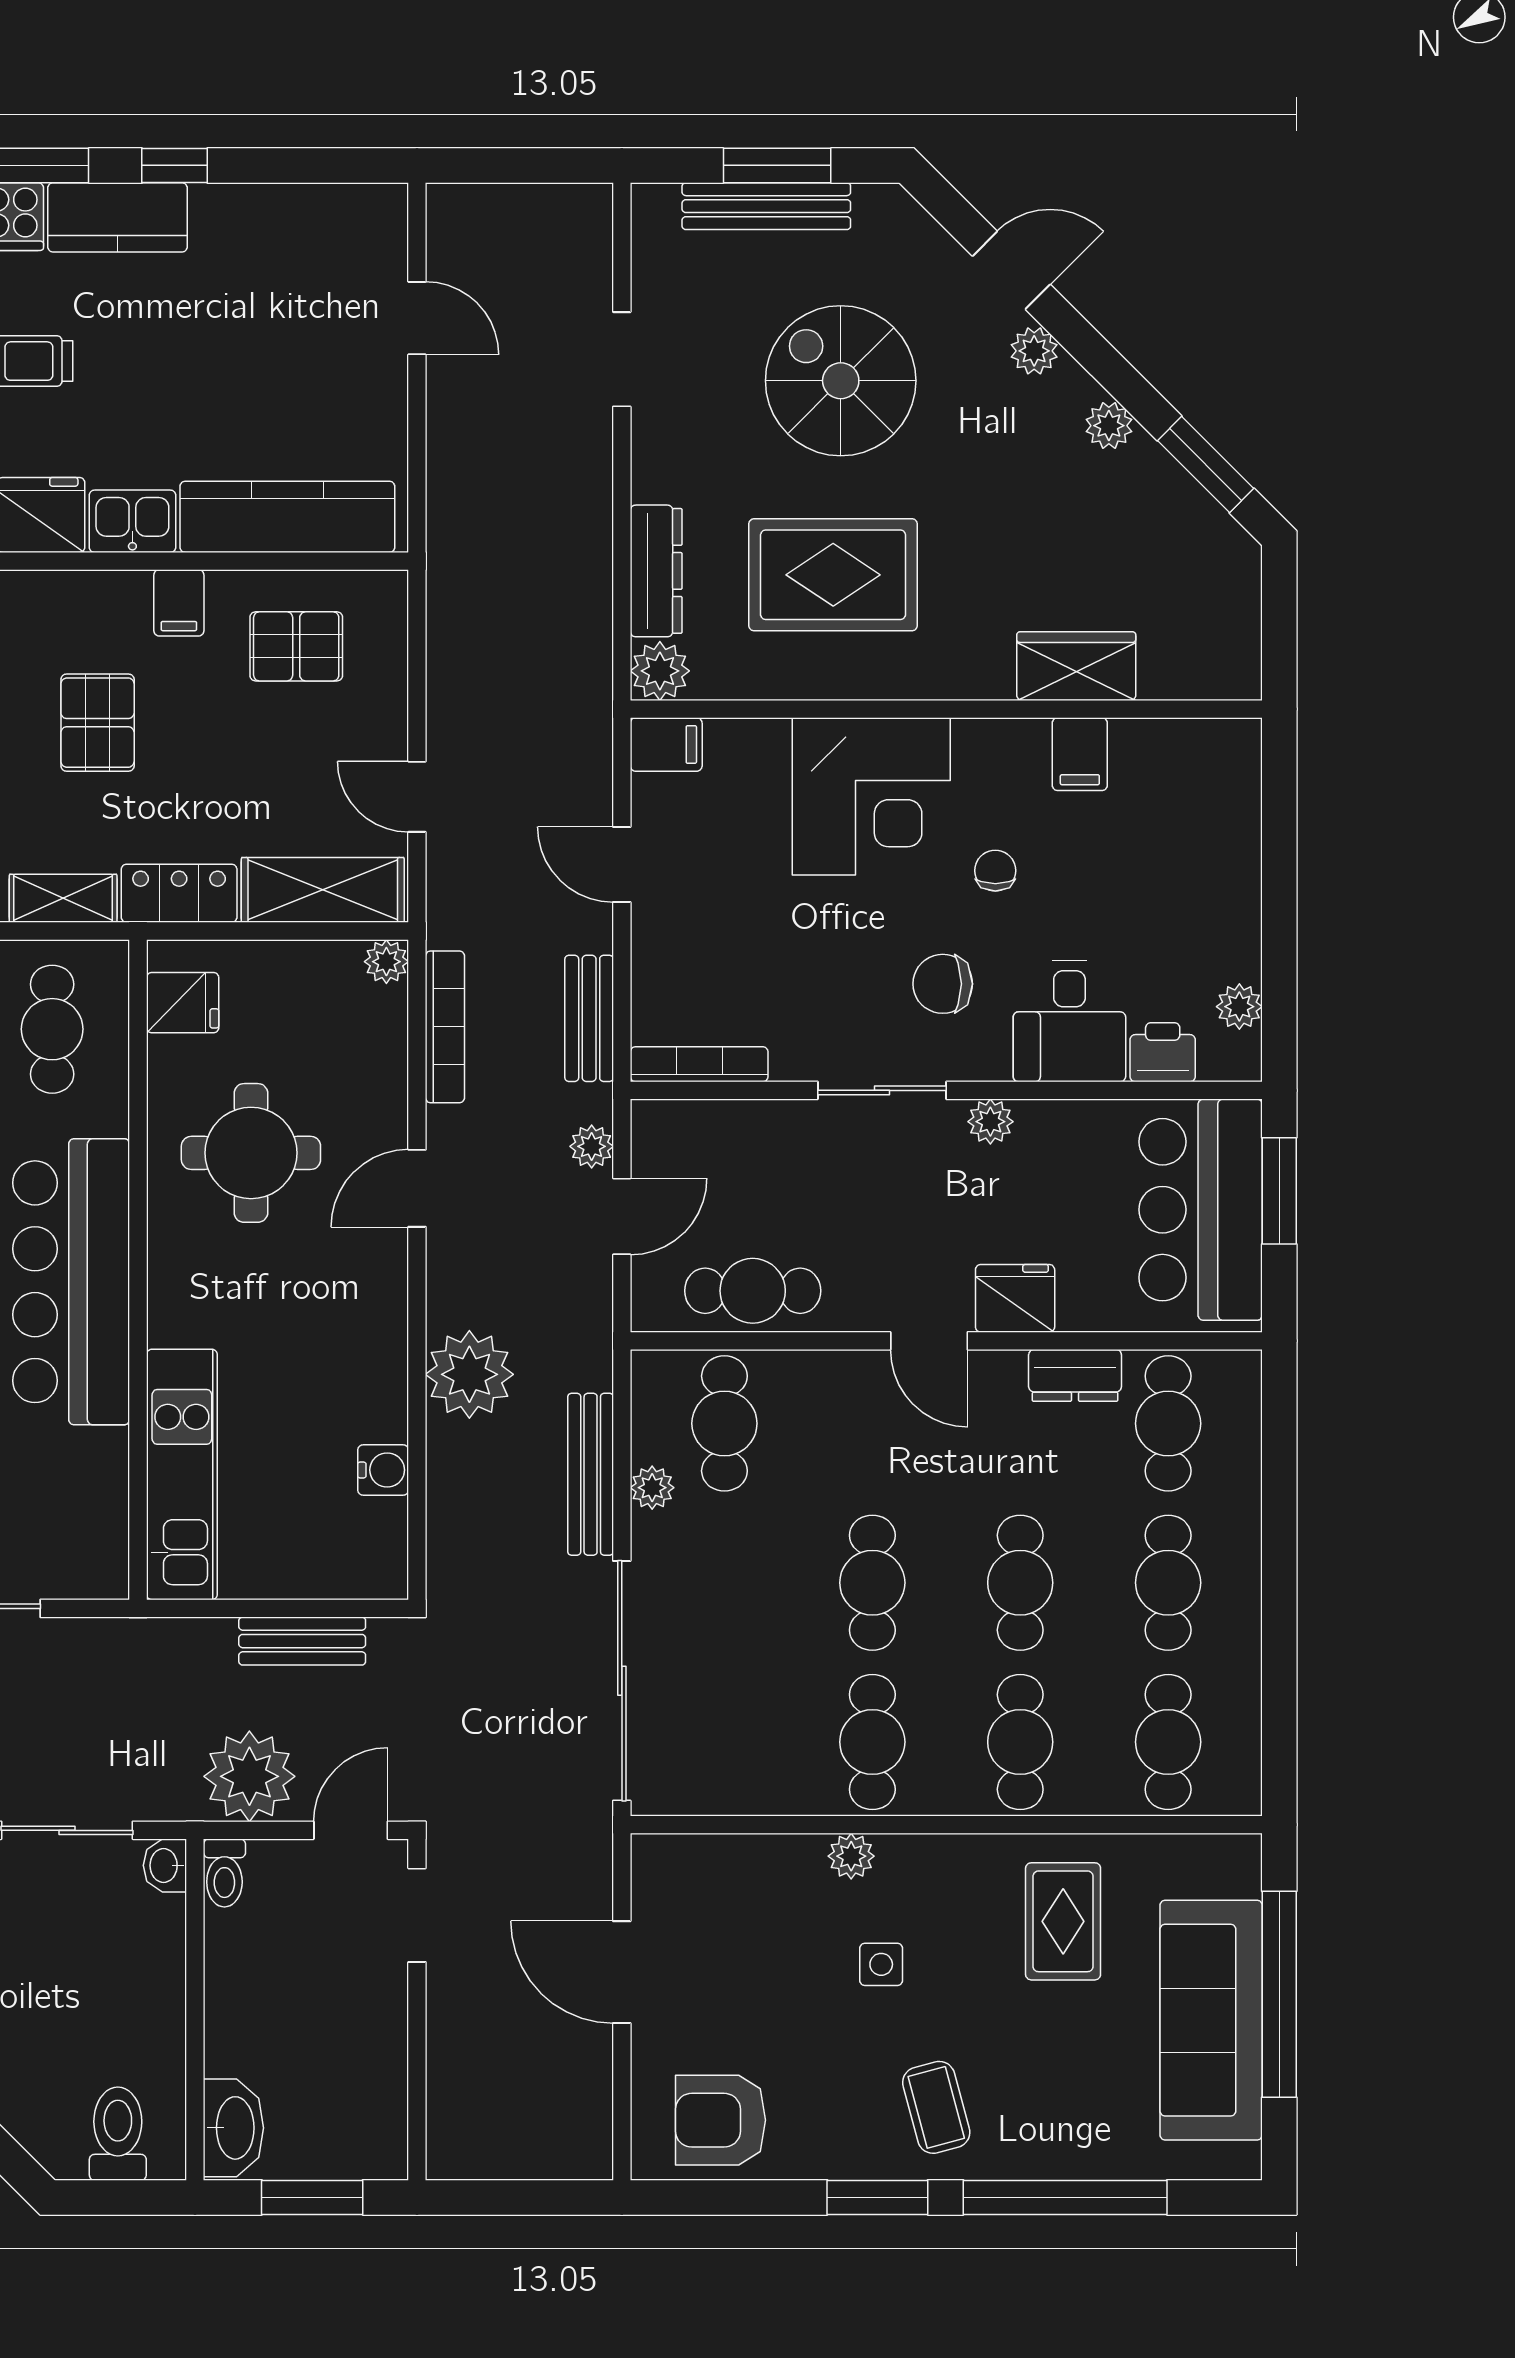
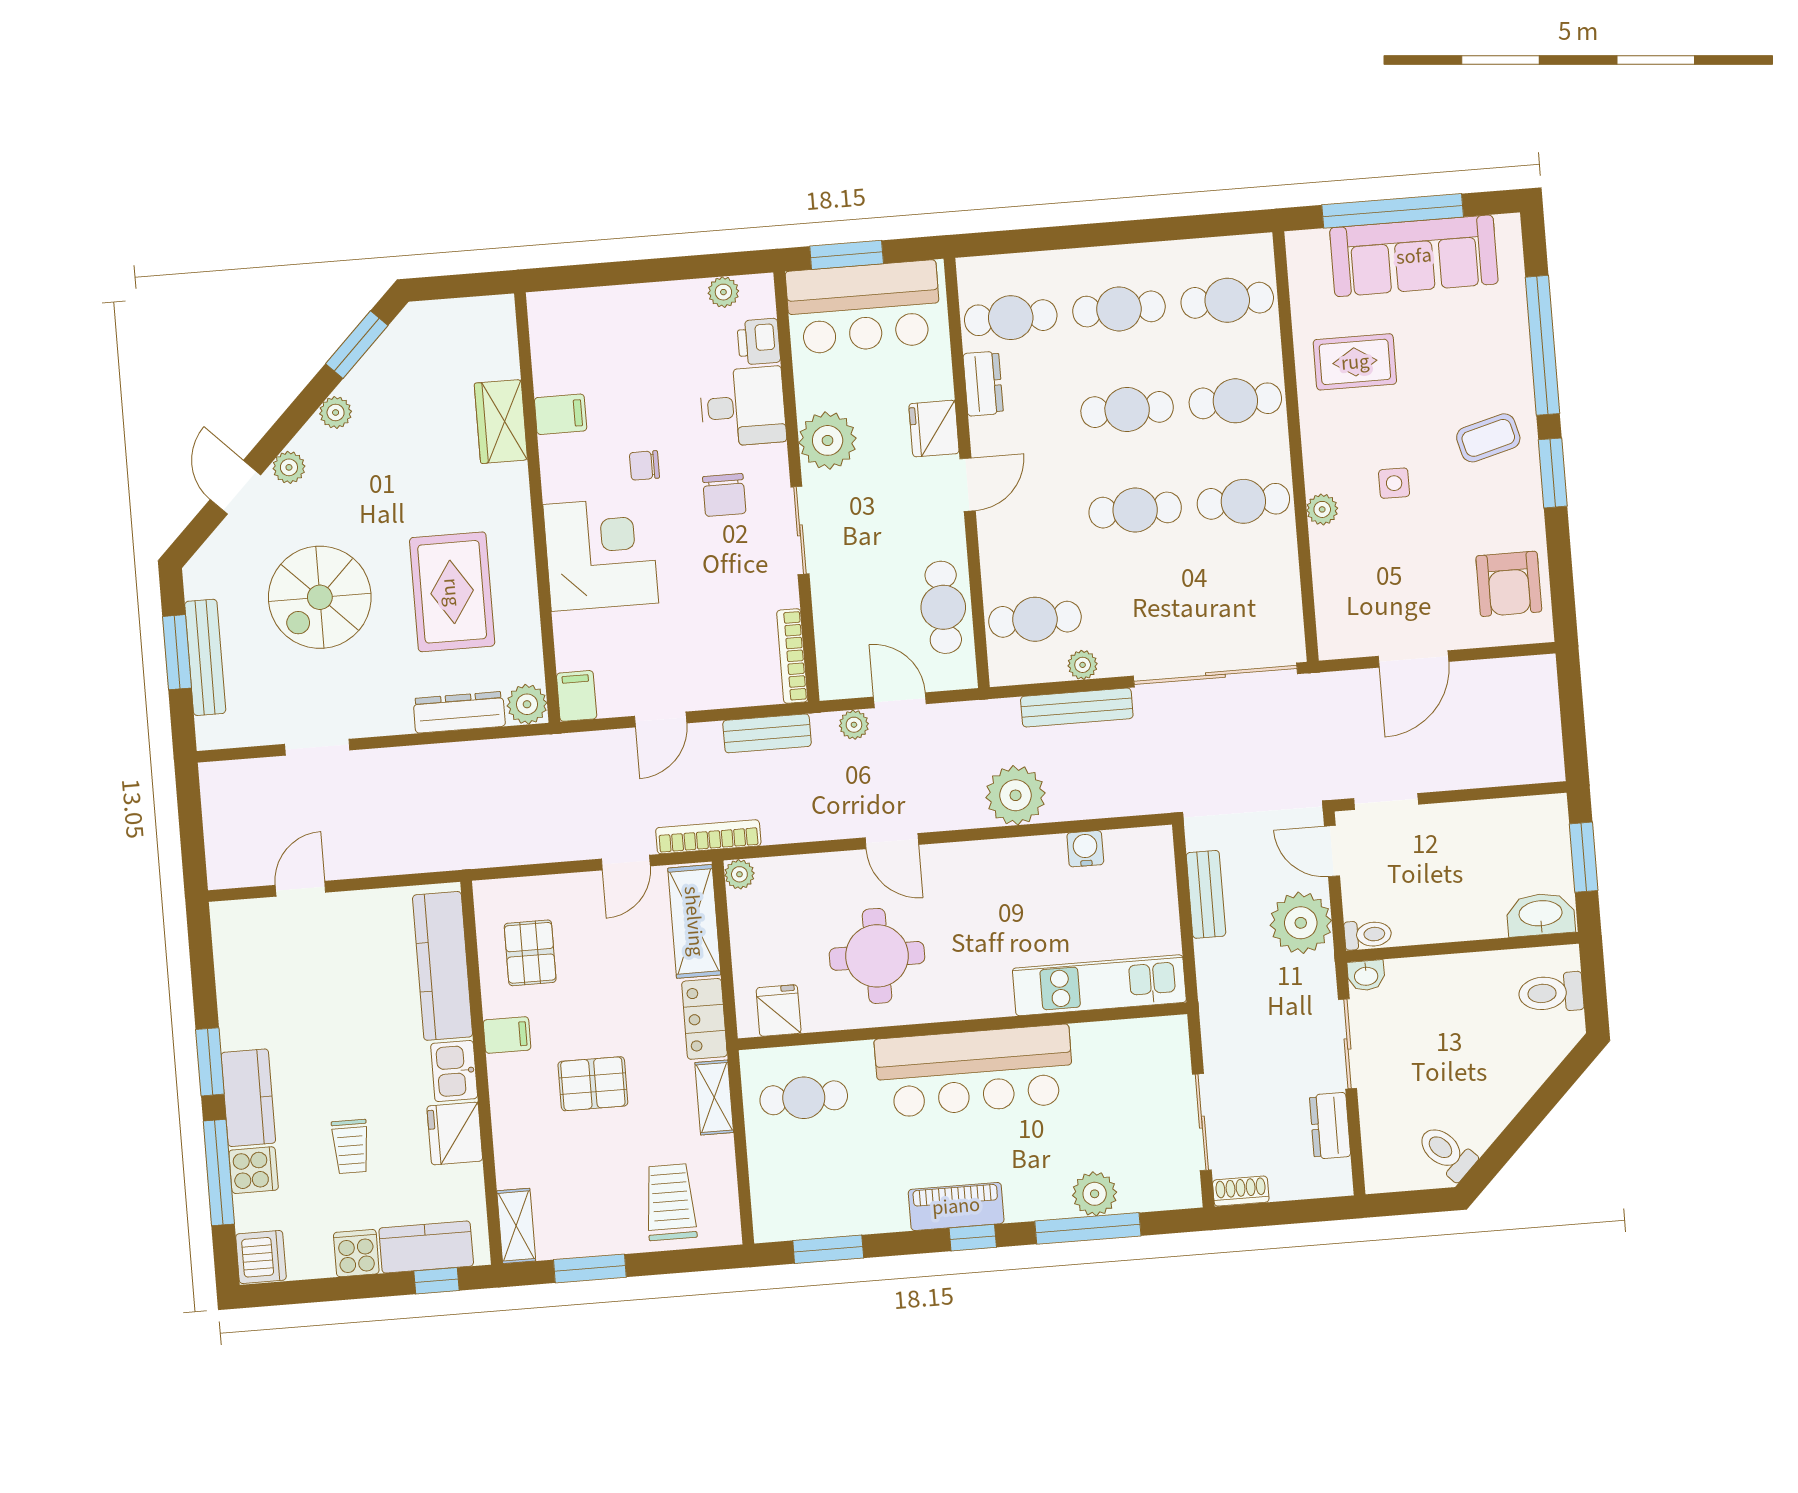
window: (175, 165) -> (210, 1062), width x1.50
bookcase: (445, 1027) -> (708, 837), moved
plant: (990, 1122) -> (828, 440), width x1.88, depth x1.88

